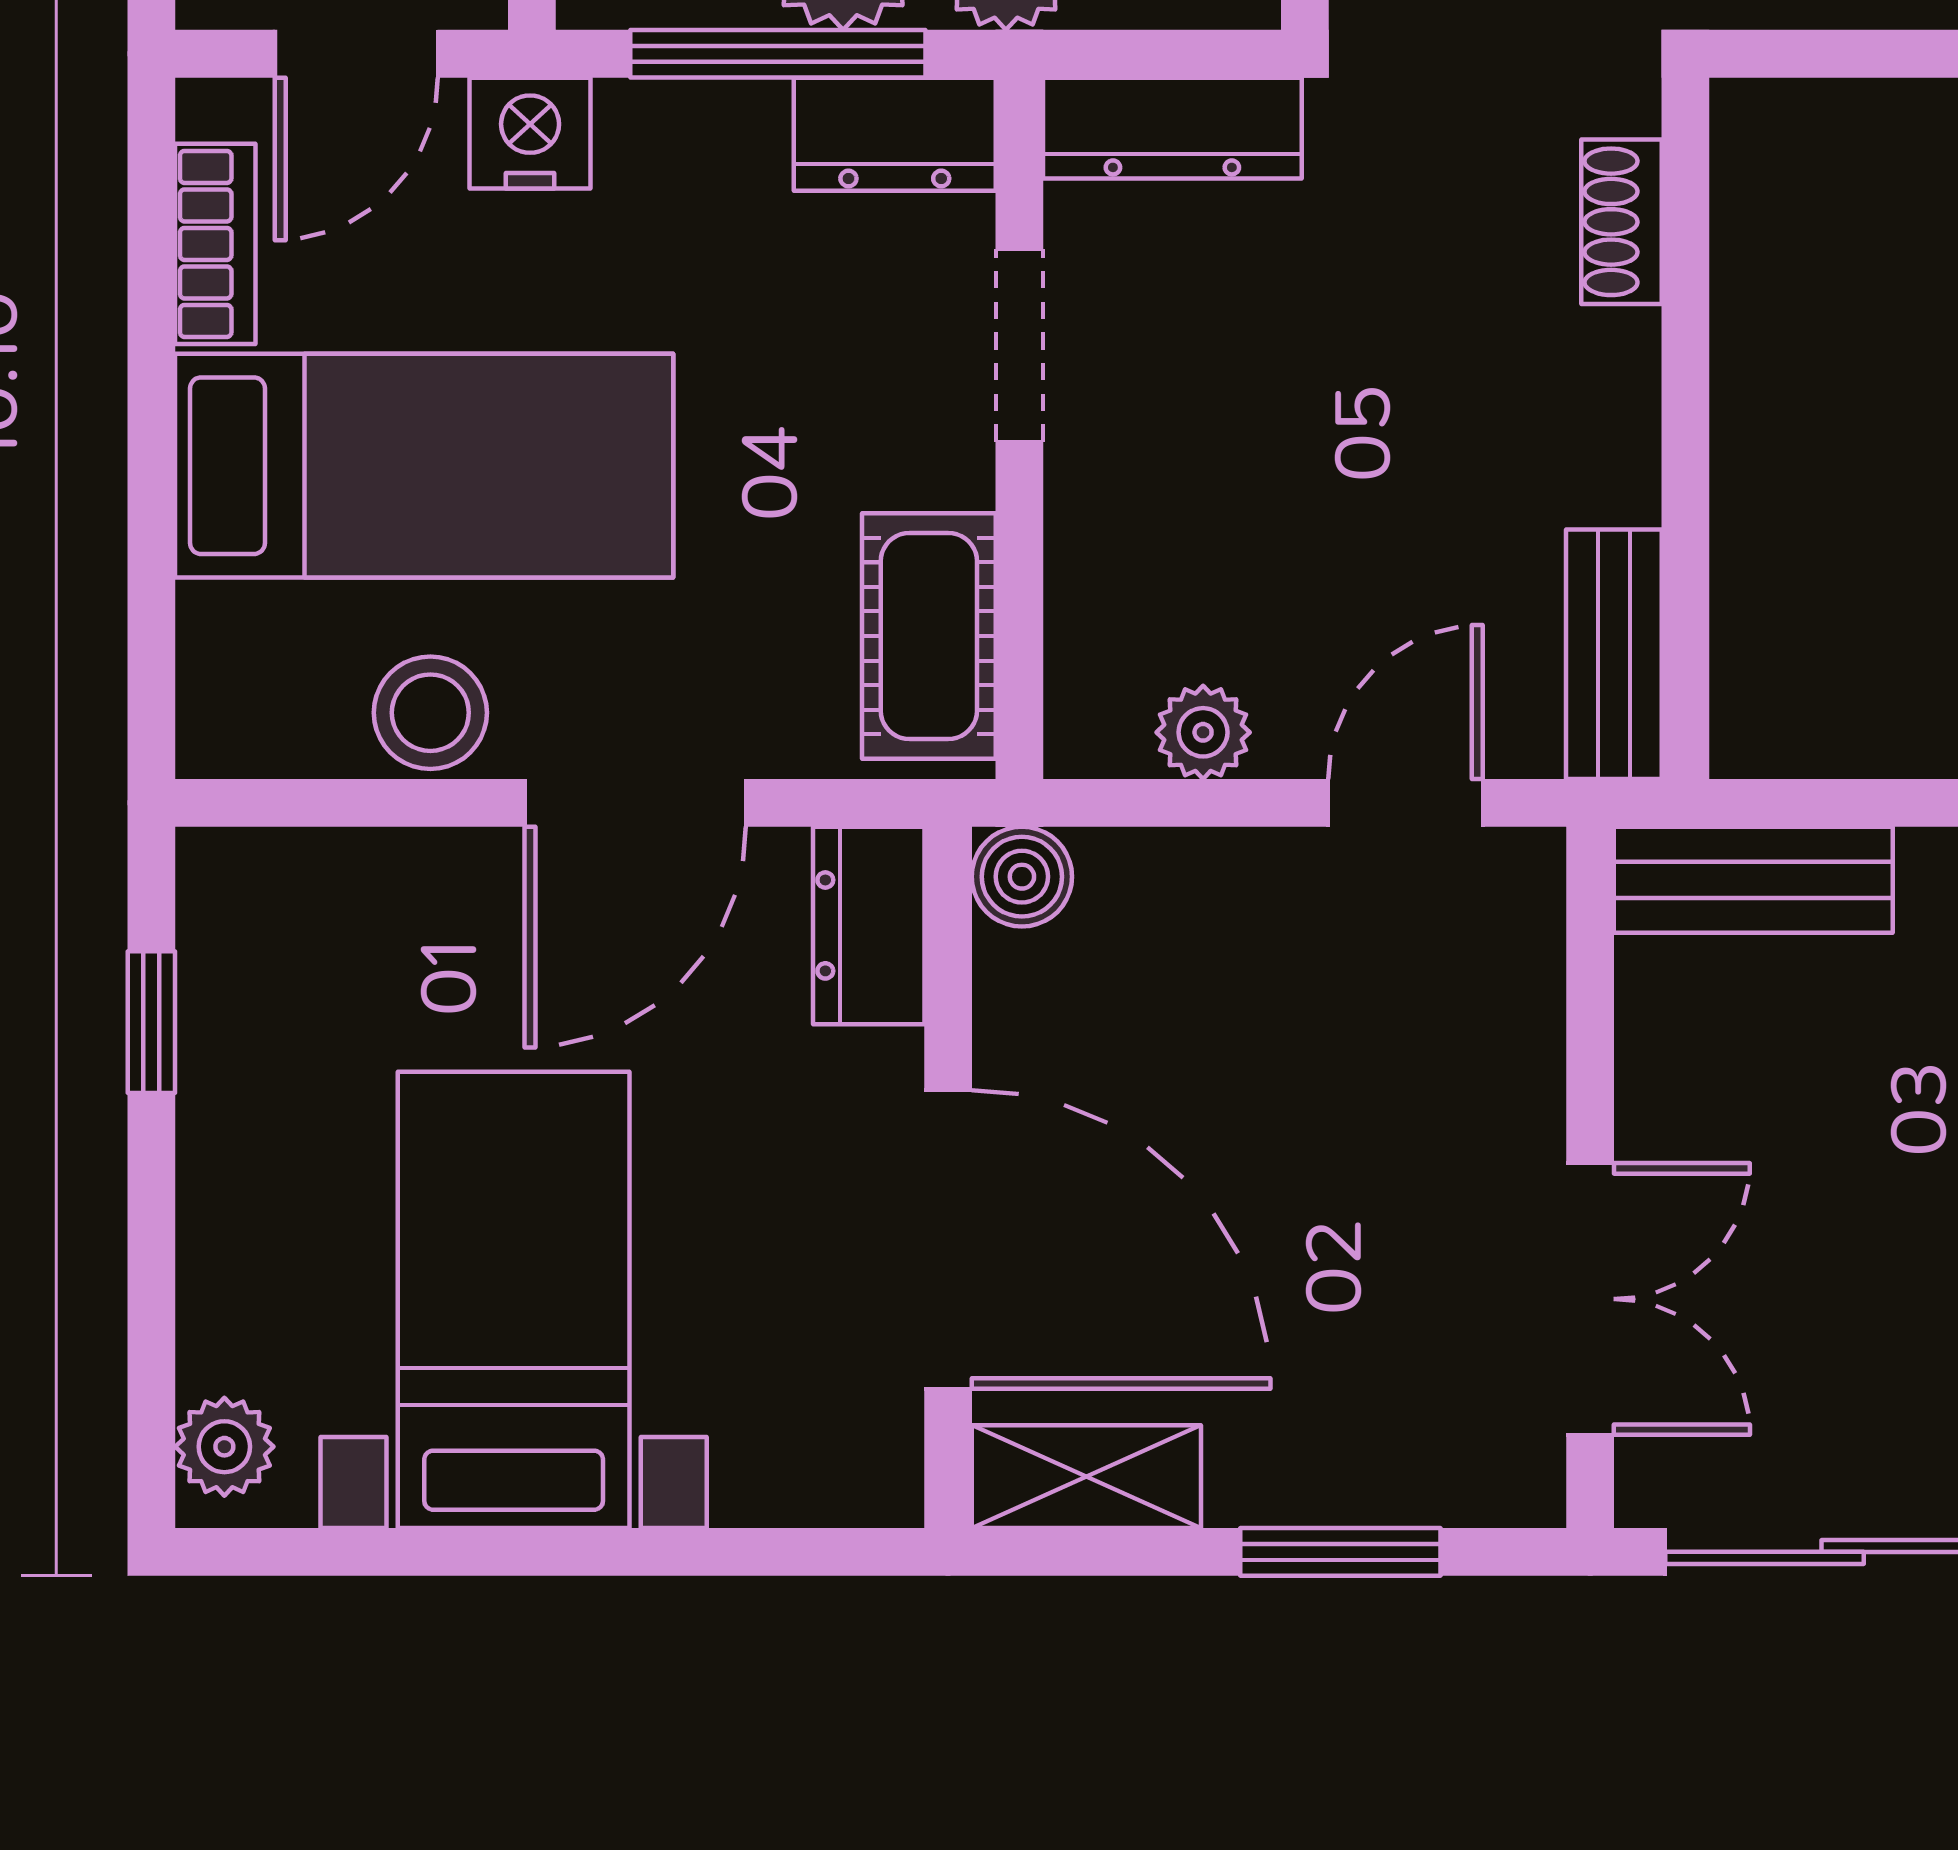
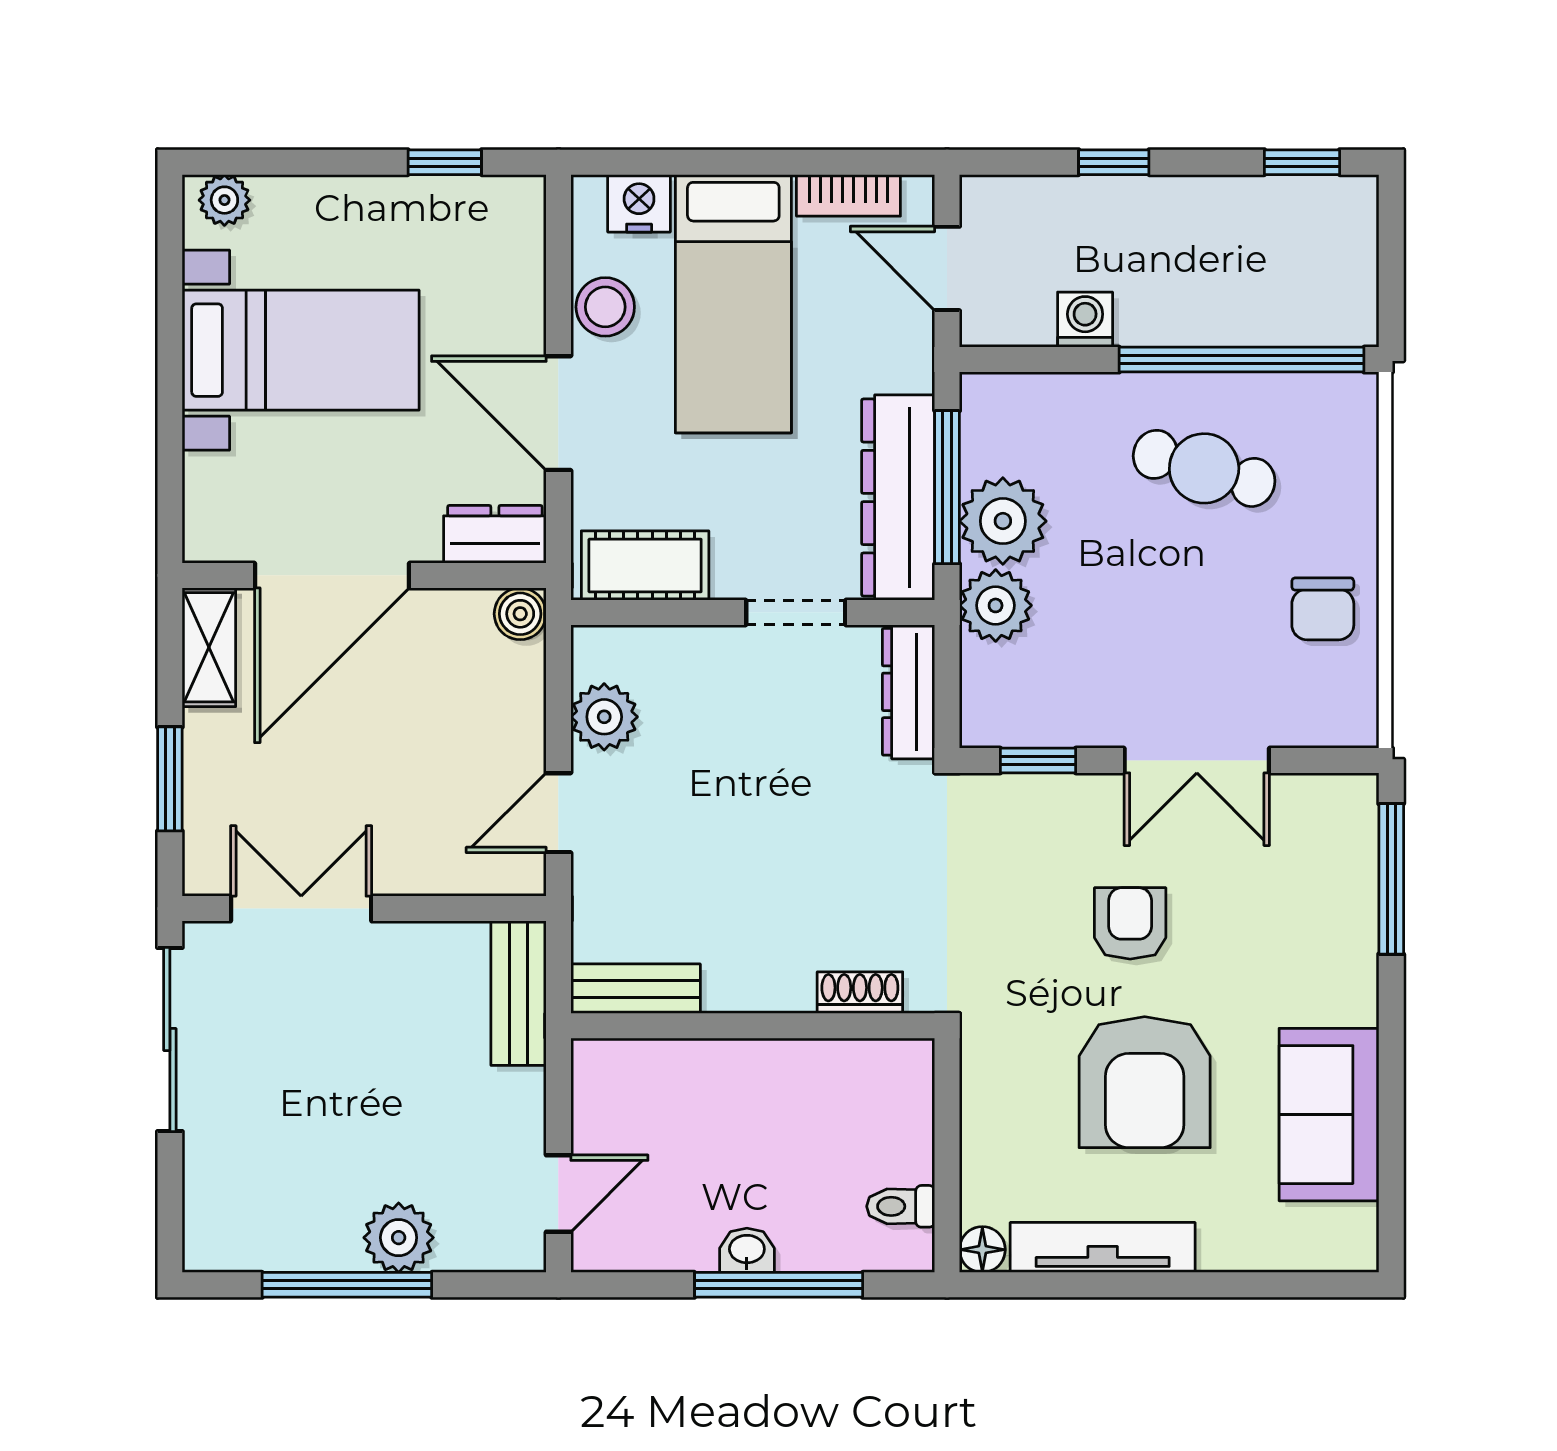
nightstand: (530, 133) -> (639, 203), moved, turned -90
dresser: (895, 134) -> (898, 497), width x1.96, depth x1.24
shoe rack: (1621, 222) -> (860, 993), moved
wall: (1685, 428) -> (753, 1026), moved
bench: (1614, 654) -> (636, 989), moved
plant: (1203, 732) -> (604, 717), width x1.38, depth x1.38
door: (1406, 803) -> (558, 813), swing flipped
double door: (1590, 1299) -> (301, 909), swing flipped

